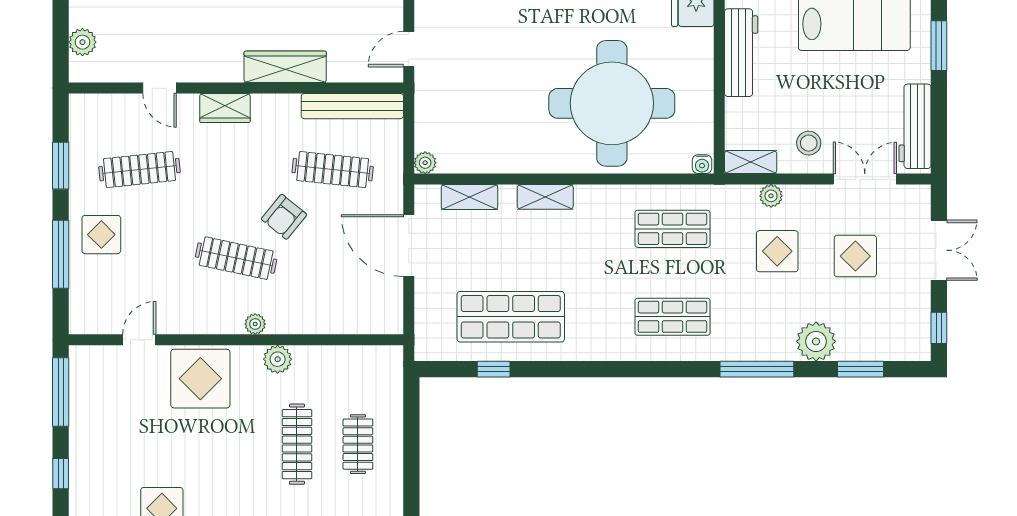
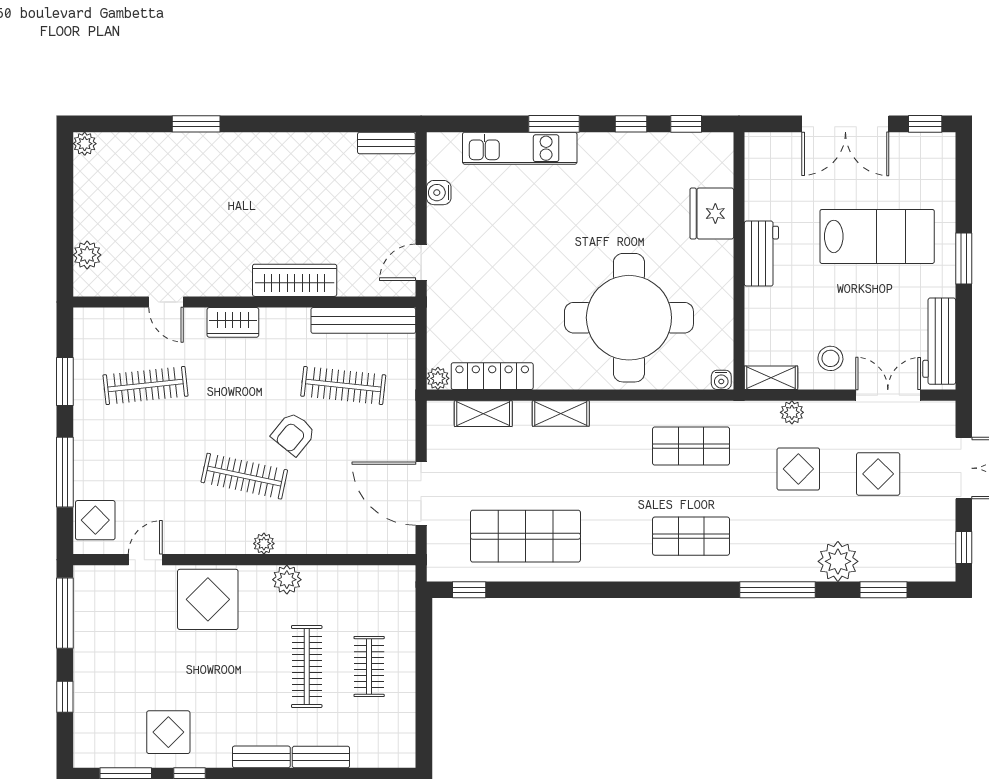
workbench: (741, 53) -> (761, 254), width x0.73
locker: (478, 160) -> (492, 376), added
display table: (101, 235) -> (95, 520), moved
door: (409, 246) -> (421, 494), moved
window: (494, 369) -> (469, 590), moved

